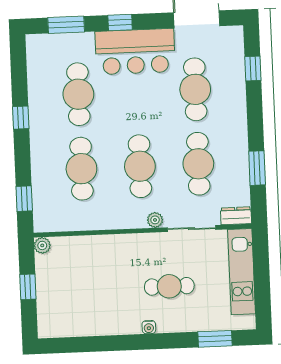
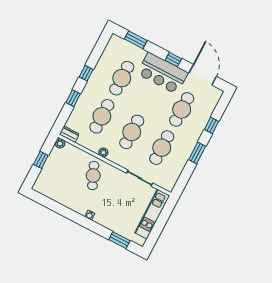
window: (120, 22) -> (173, 60), moved
window: (253, 69) -> (212, 125), moved
window: (257, 168) -> (197, 153), moved
window: (24, 199) -> (73, 98), moved
dresser: (236, 216) -> (69, 134), moved
plant: (155, 220) -> (103, 152), moved
cafe table: (169, 286) -> (93, 176), moved, turned 67

